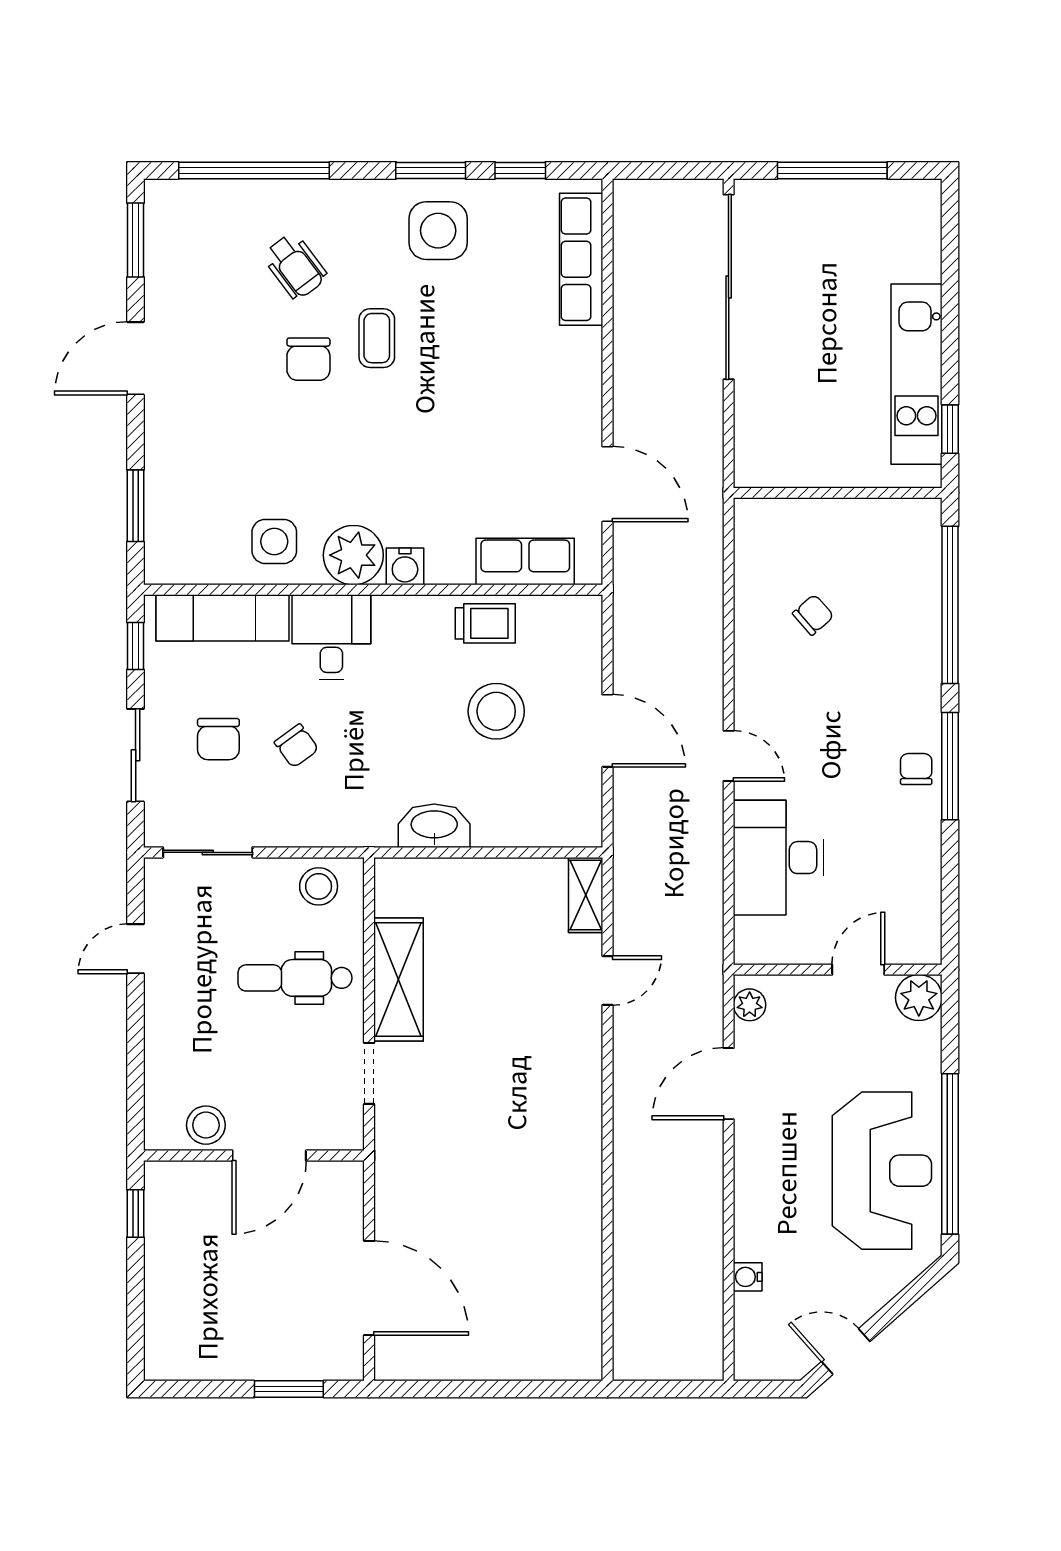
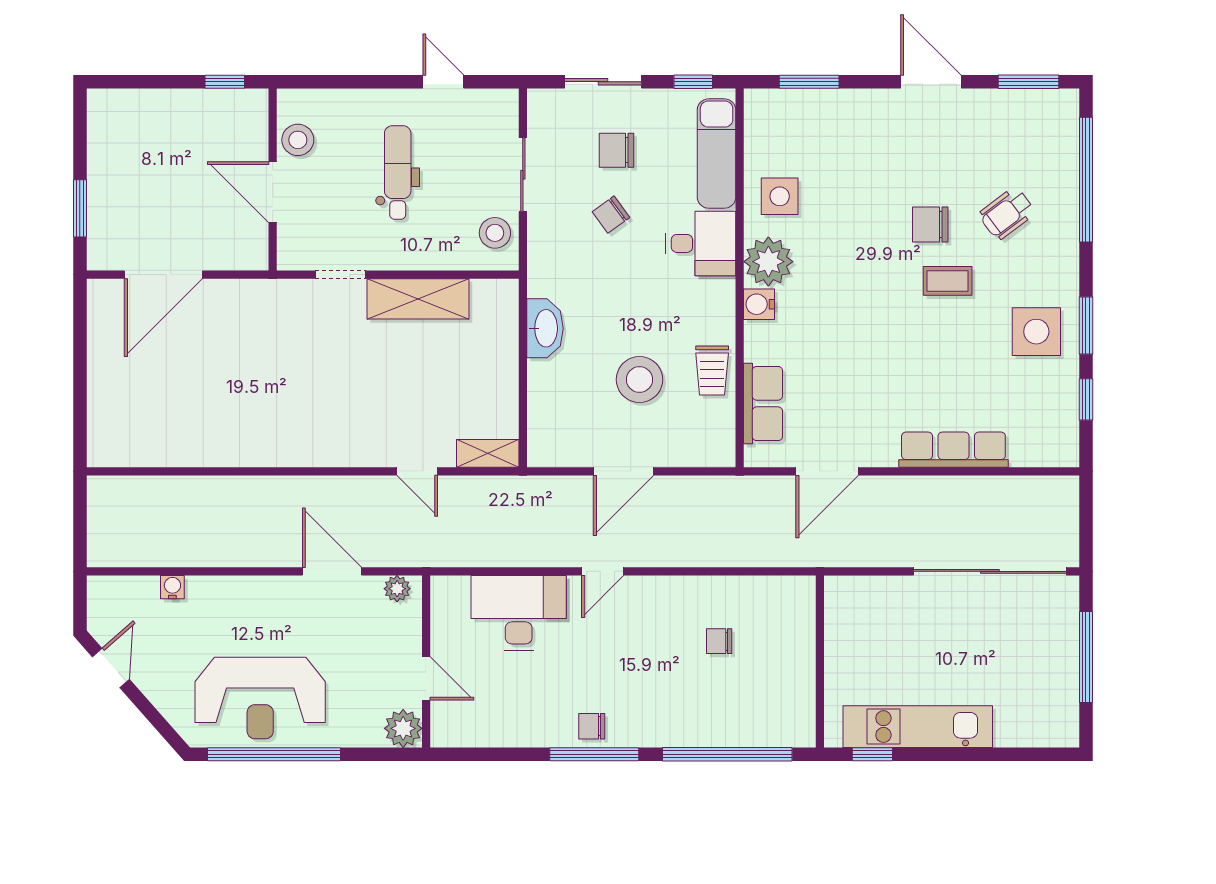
row of seats: (581, 259) -> (953, 450), moved
chair: (813, 615) -> (719, 641), turned 131
chair: (916, 769) -> (592, 726), turned 180
sliding door: (208, 852) -> (523, 175), moved
dental chair: (295, 978) -> (398, 172), moved

